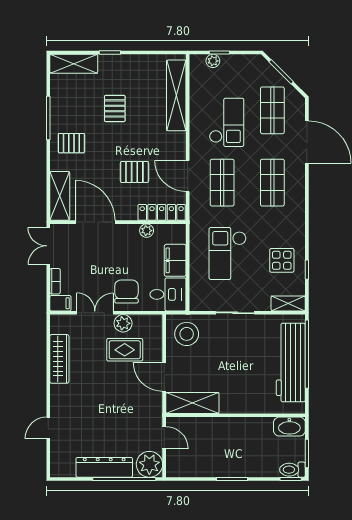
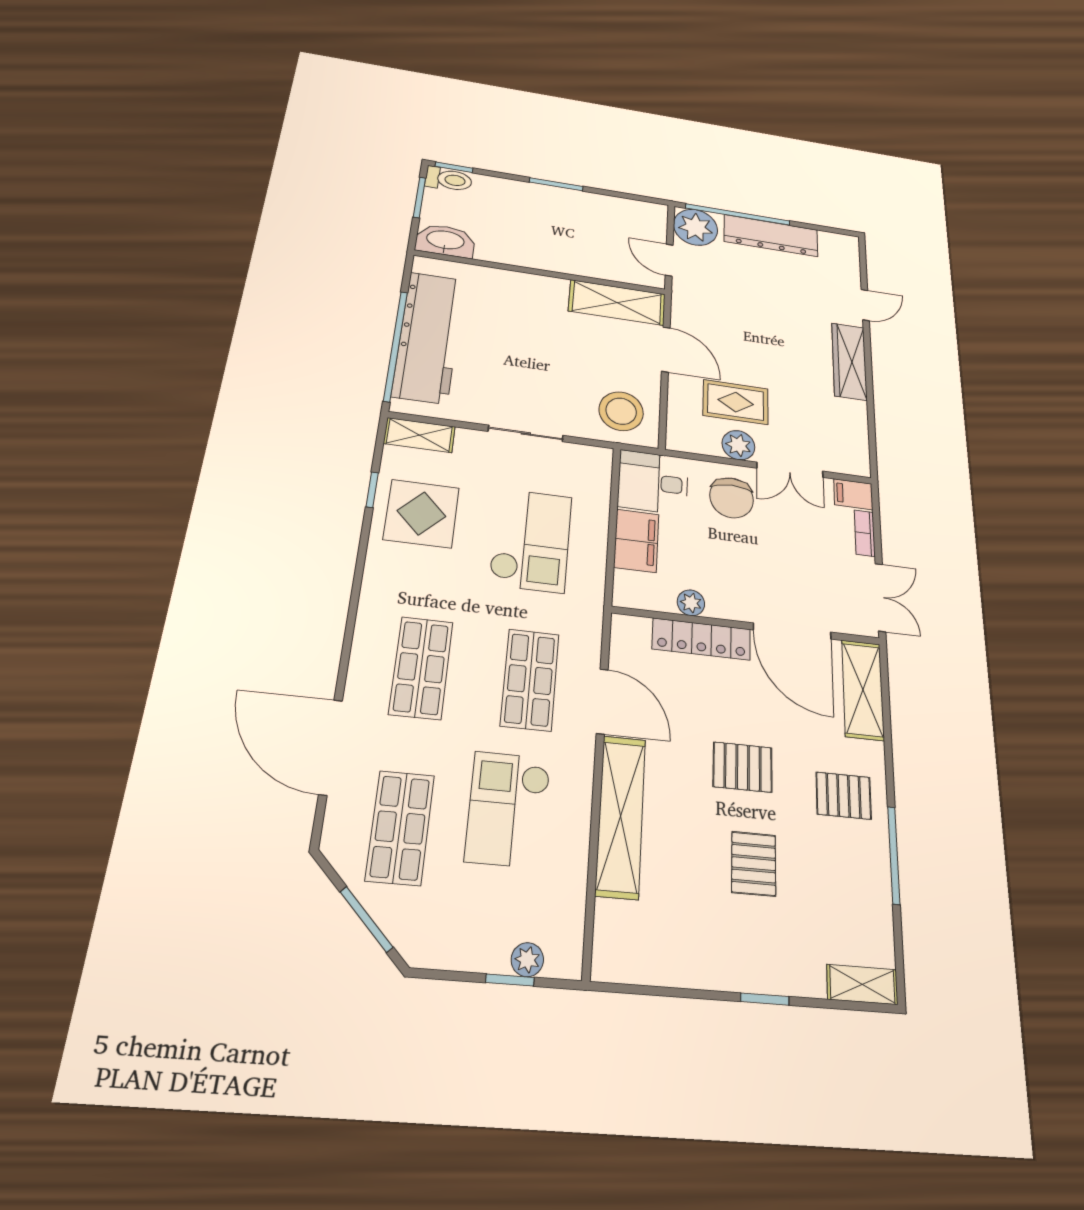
shelving: (74, 64) -> (862, 985), width x0.67, depth x0.75
shelving: (176, 95) -> (621, 816), moved
pallet: (134, 172) -> (743, 767), moved
locker: (162, 212) -> (701, 639), moved
display table: (282, 260) -> (421, 514), width x1.36, depth x1.36
wardrobe: (59, 359) -> (849, 361), moved

